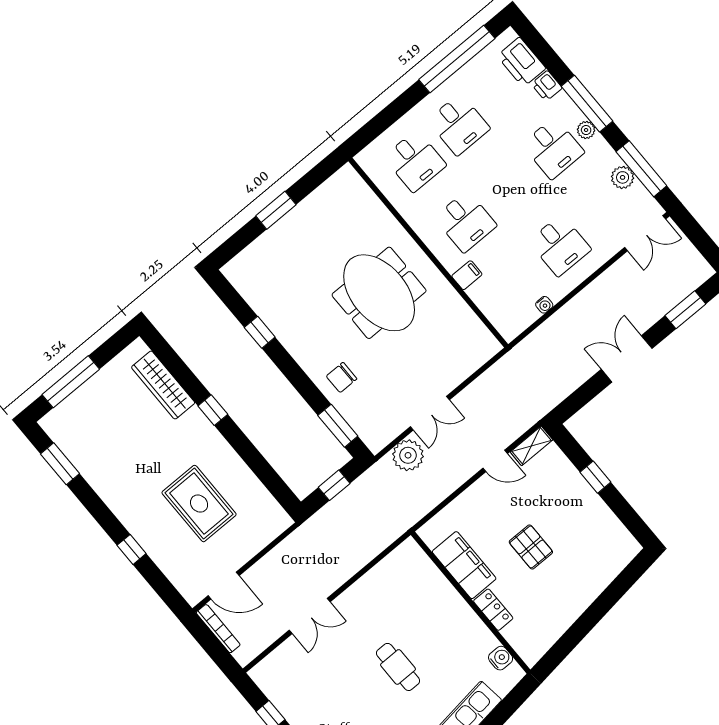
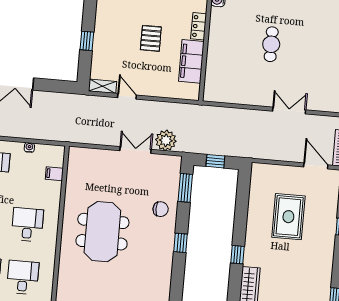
filing cabinet: (467, 275) -> (54, 174), moved
window: (260, 332) -> (180, 243), moved

